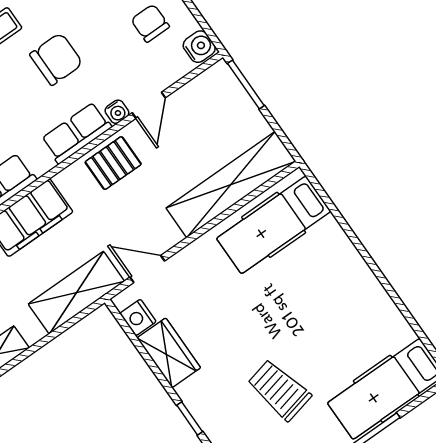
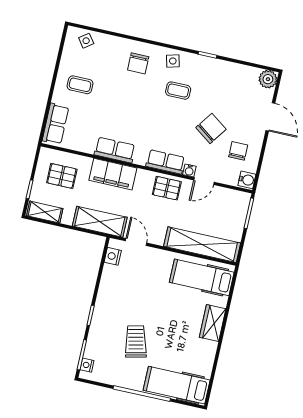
chair: (56, 59) -> (211, 129), moved, turned -54
wardrobe: (169, 353) -> (213, 323), moved, turned 180

